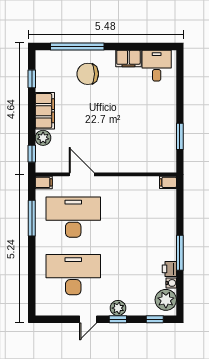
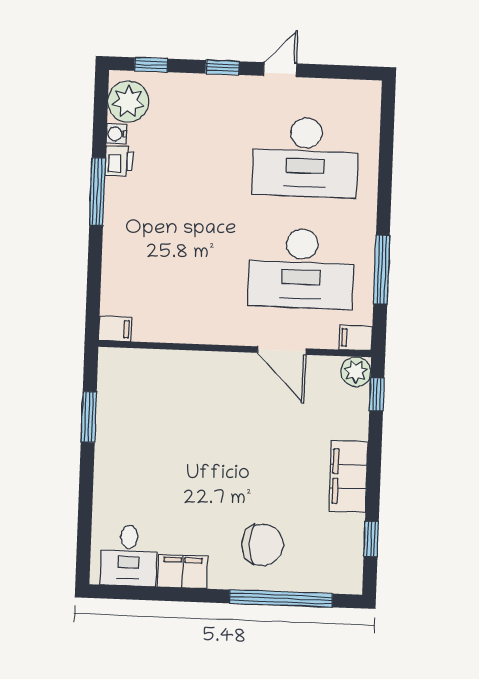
plant: (43, 138) -> (356, 372), moved
plant: (118, 308) -> (221, 89), removed

